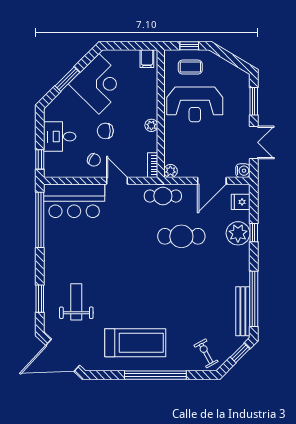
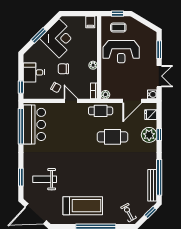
bar counter: (74, 201) -> (34, 124), moved, turned -90
weight bench: (76, 302) -> (45, 179), turned -90

